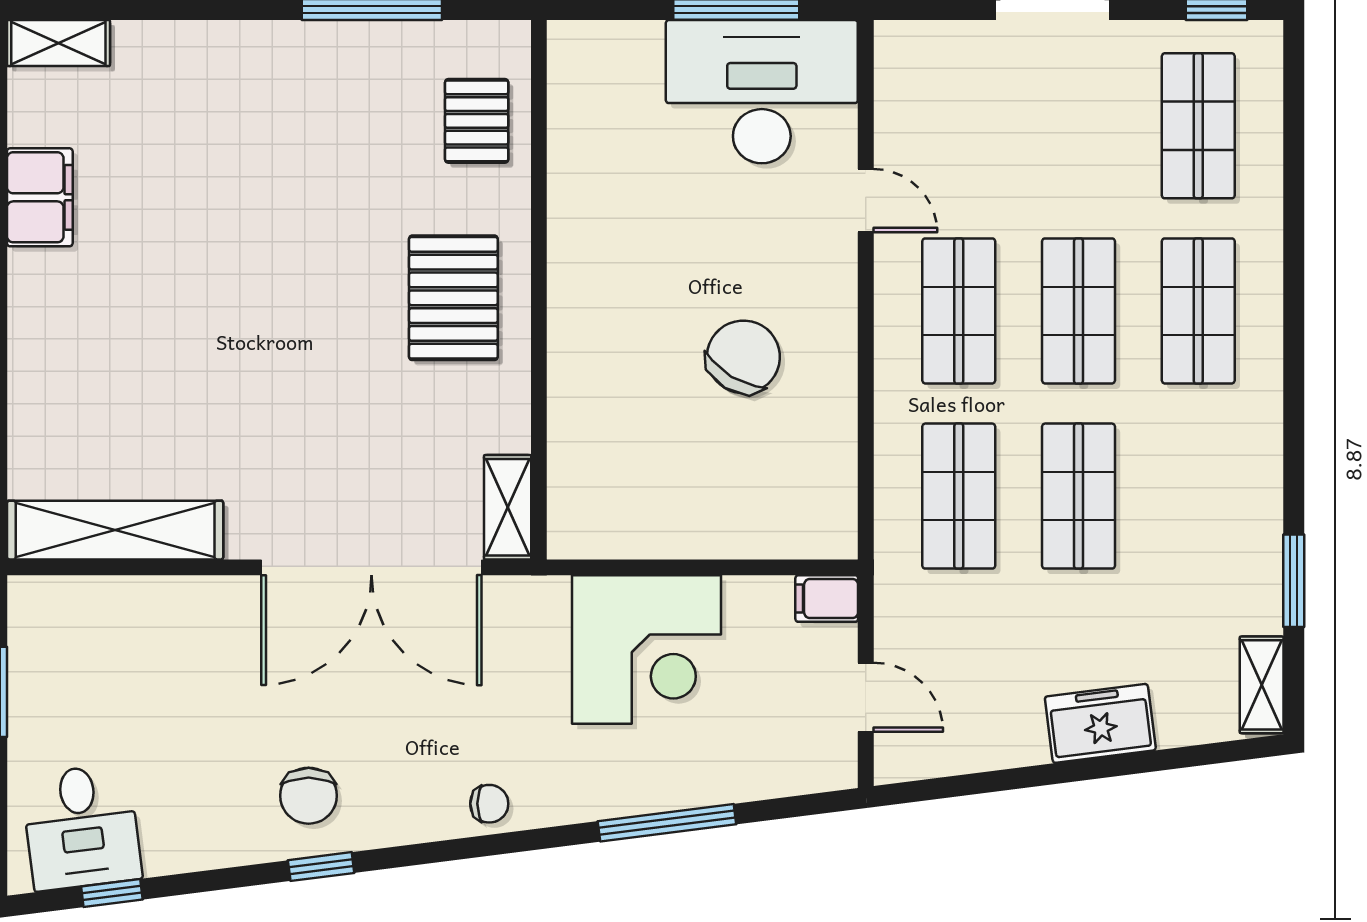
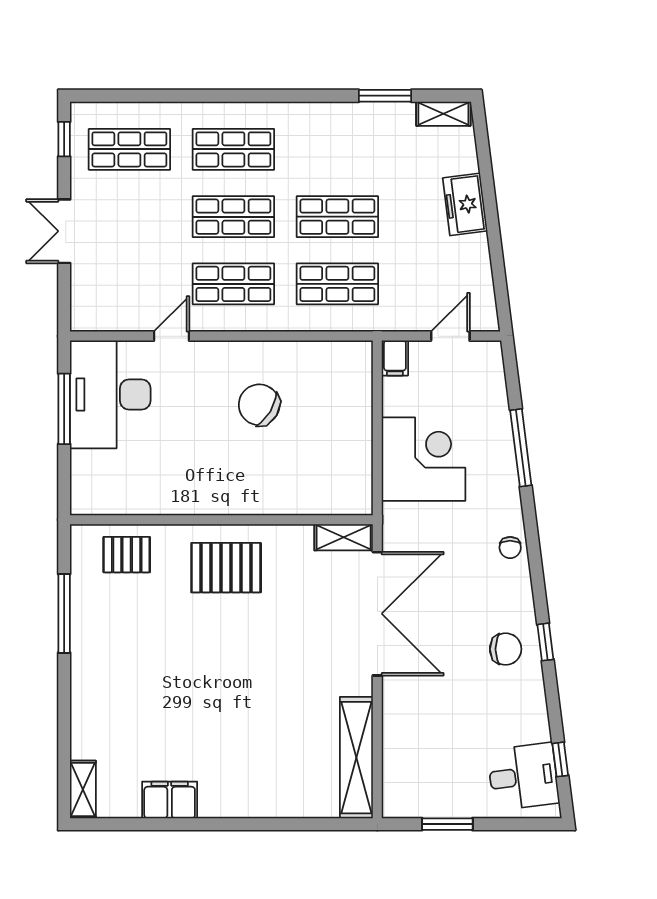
chair: (489, 804) -> (510, 548), turned 180

